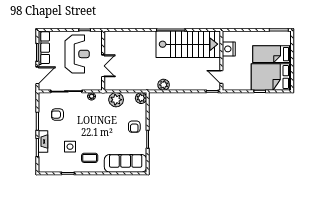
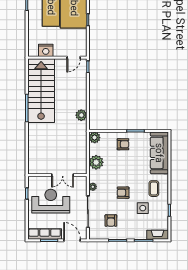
double door: (103, 66) -> (63, 175), swing flipped
armchair: (85, 127) -> (123, 193), added
fireplace: (43, 142) -> (158, 235), moved

